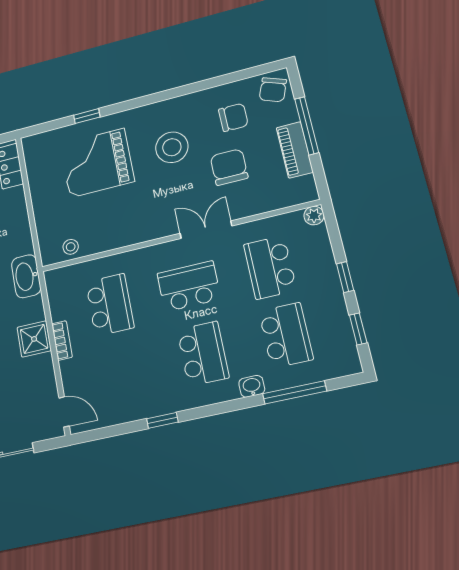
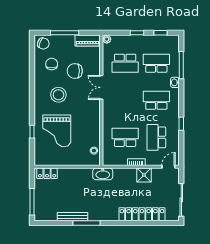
piano: (295, 150) -> (88, 40), moved
school desk: (189, 286) -> (156, 137), moved
shower: (34, 339) -> (144, 175), moved

